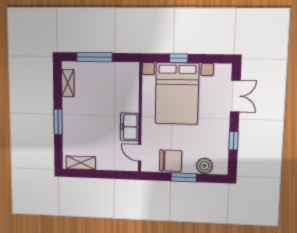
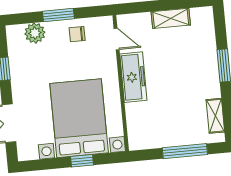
freezer: (130, 127) -> (133, 77), width x1.40
chair: (171, 161) -> (77, 34), width x0.54, depth x0.54
shelving: (81, 163) -> (171, 18), moved

